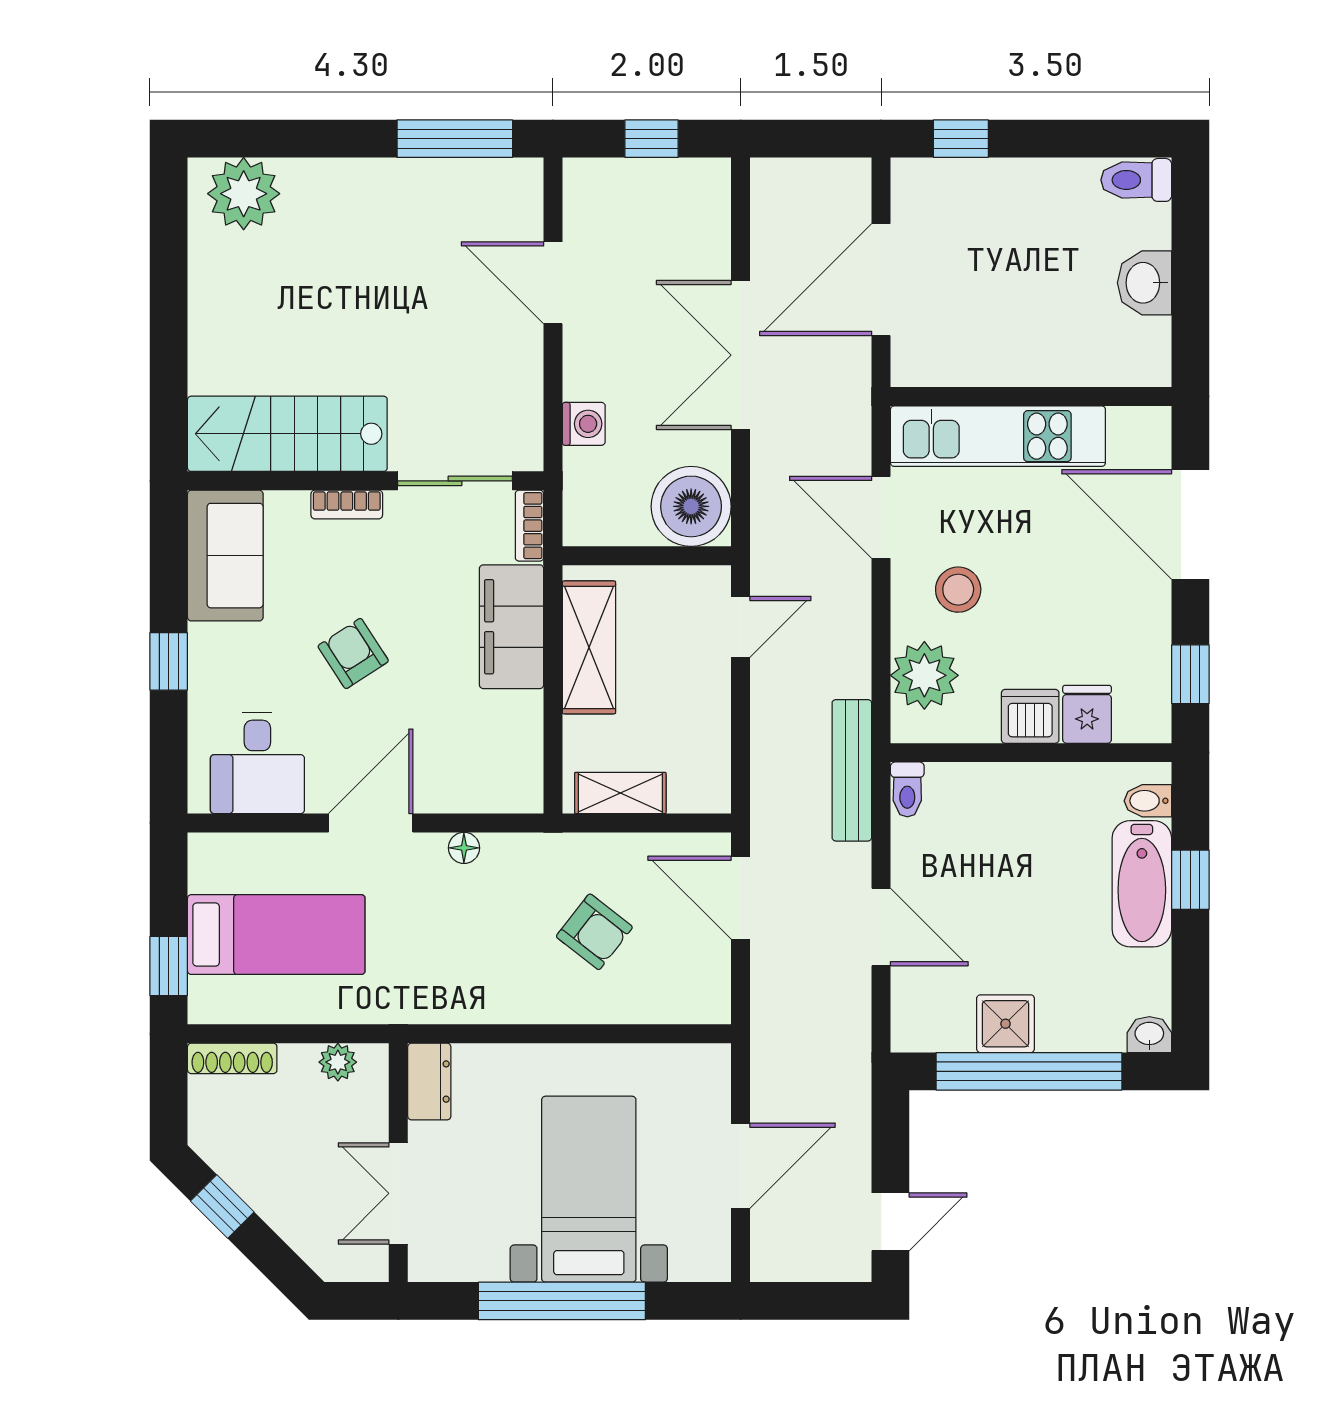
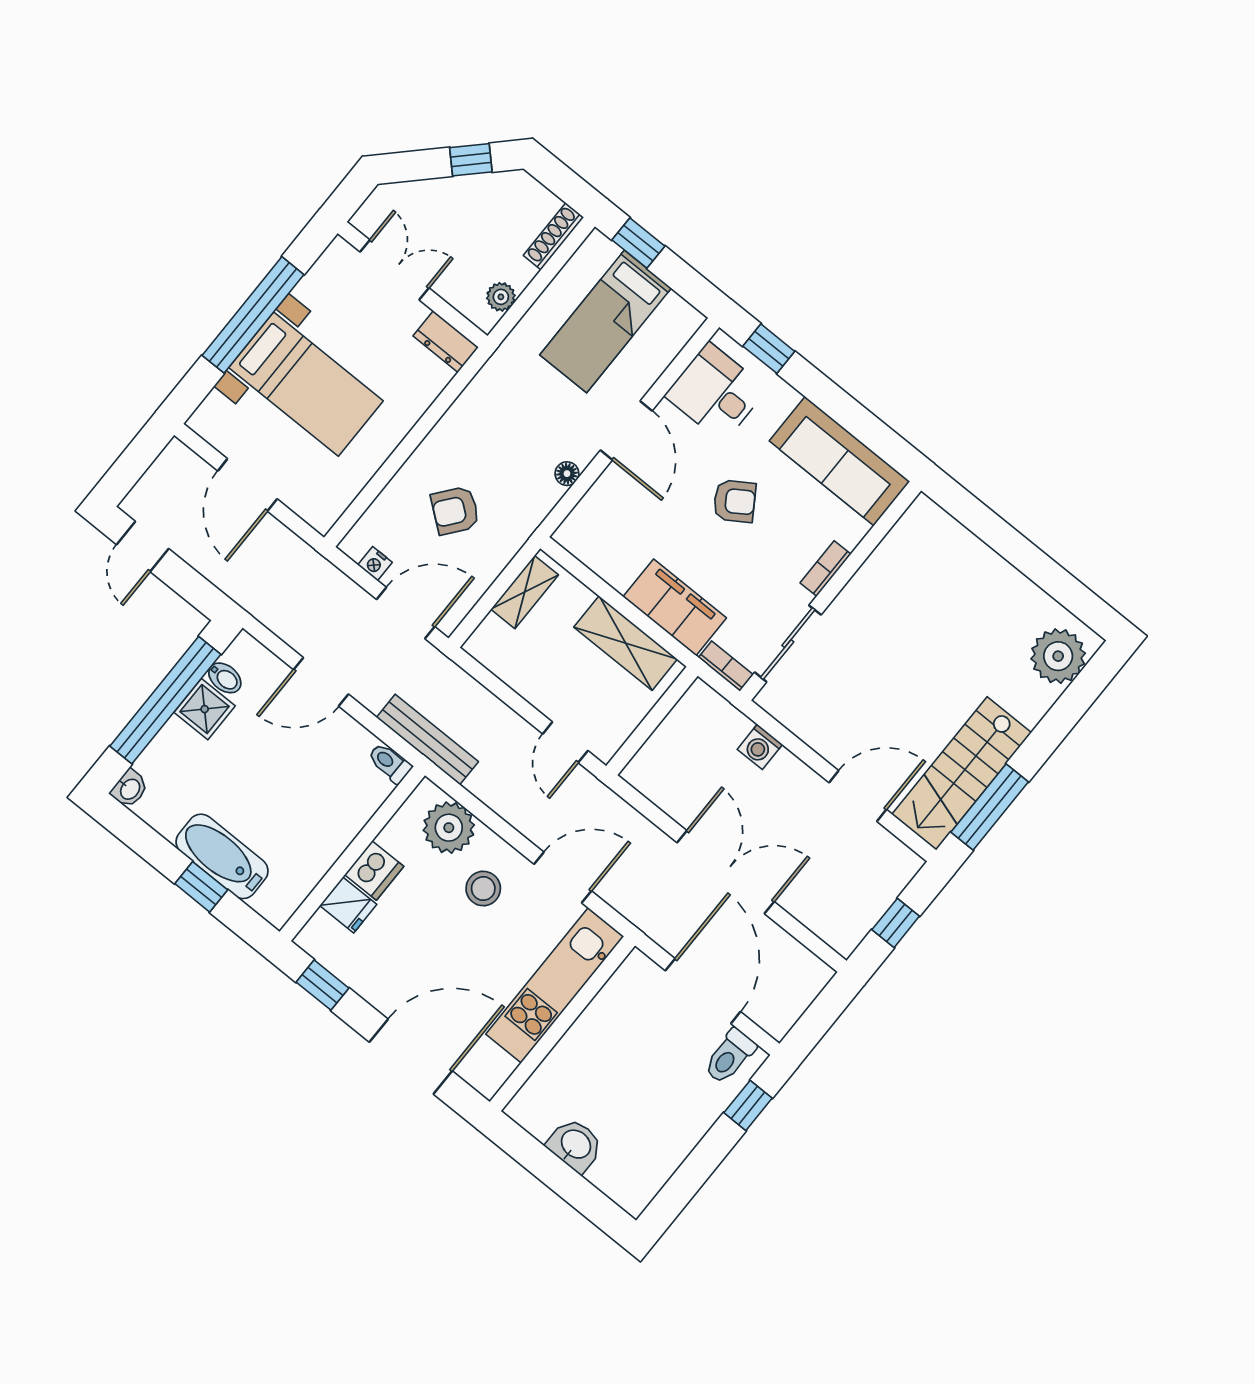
toilet: (1136, 180) -> (730, 1056), moved, turned 180
stairs: (287, 434) -> (962, 773), moved, turned 180
boiler: (691, 506) -> (660, 771), removed
sofa: (225, 556) -> (840, 461), width x1.36
window: (169, 661) -> (769, 349), moved
bidet: (1148, 801) -> (225, 678), moved, turned 90
nightstand: (715, 970) -> (375, 564), added

